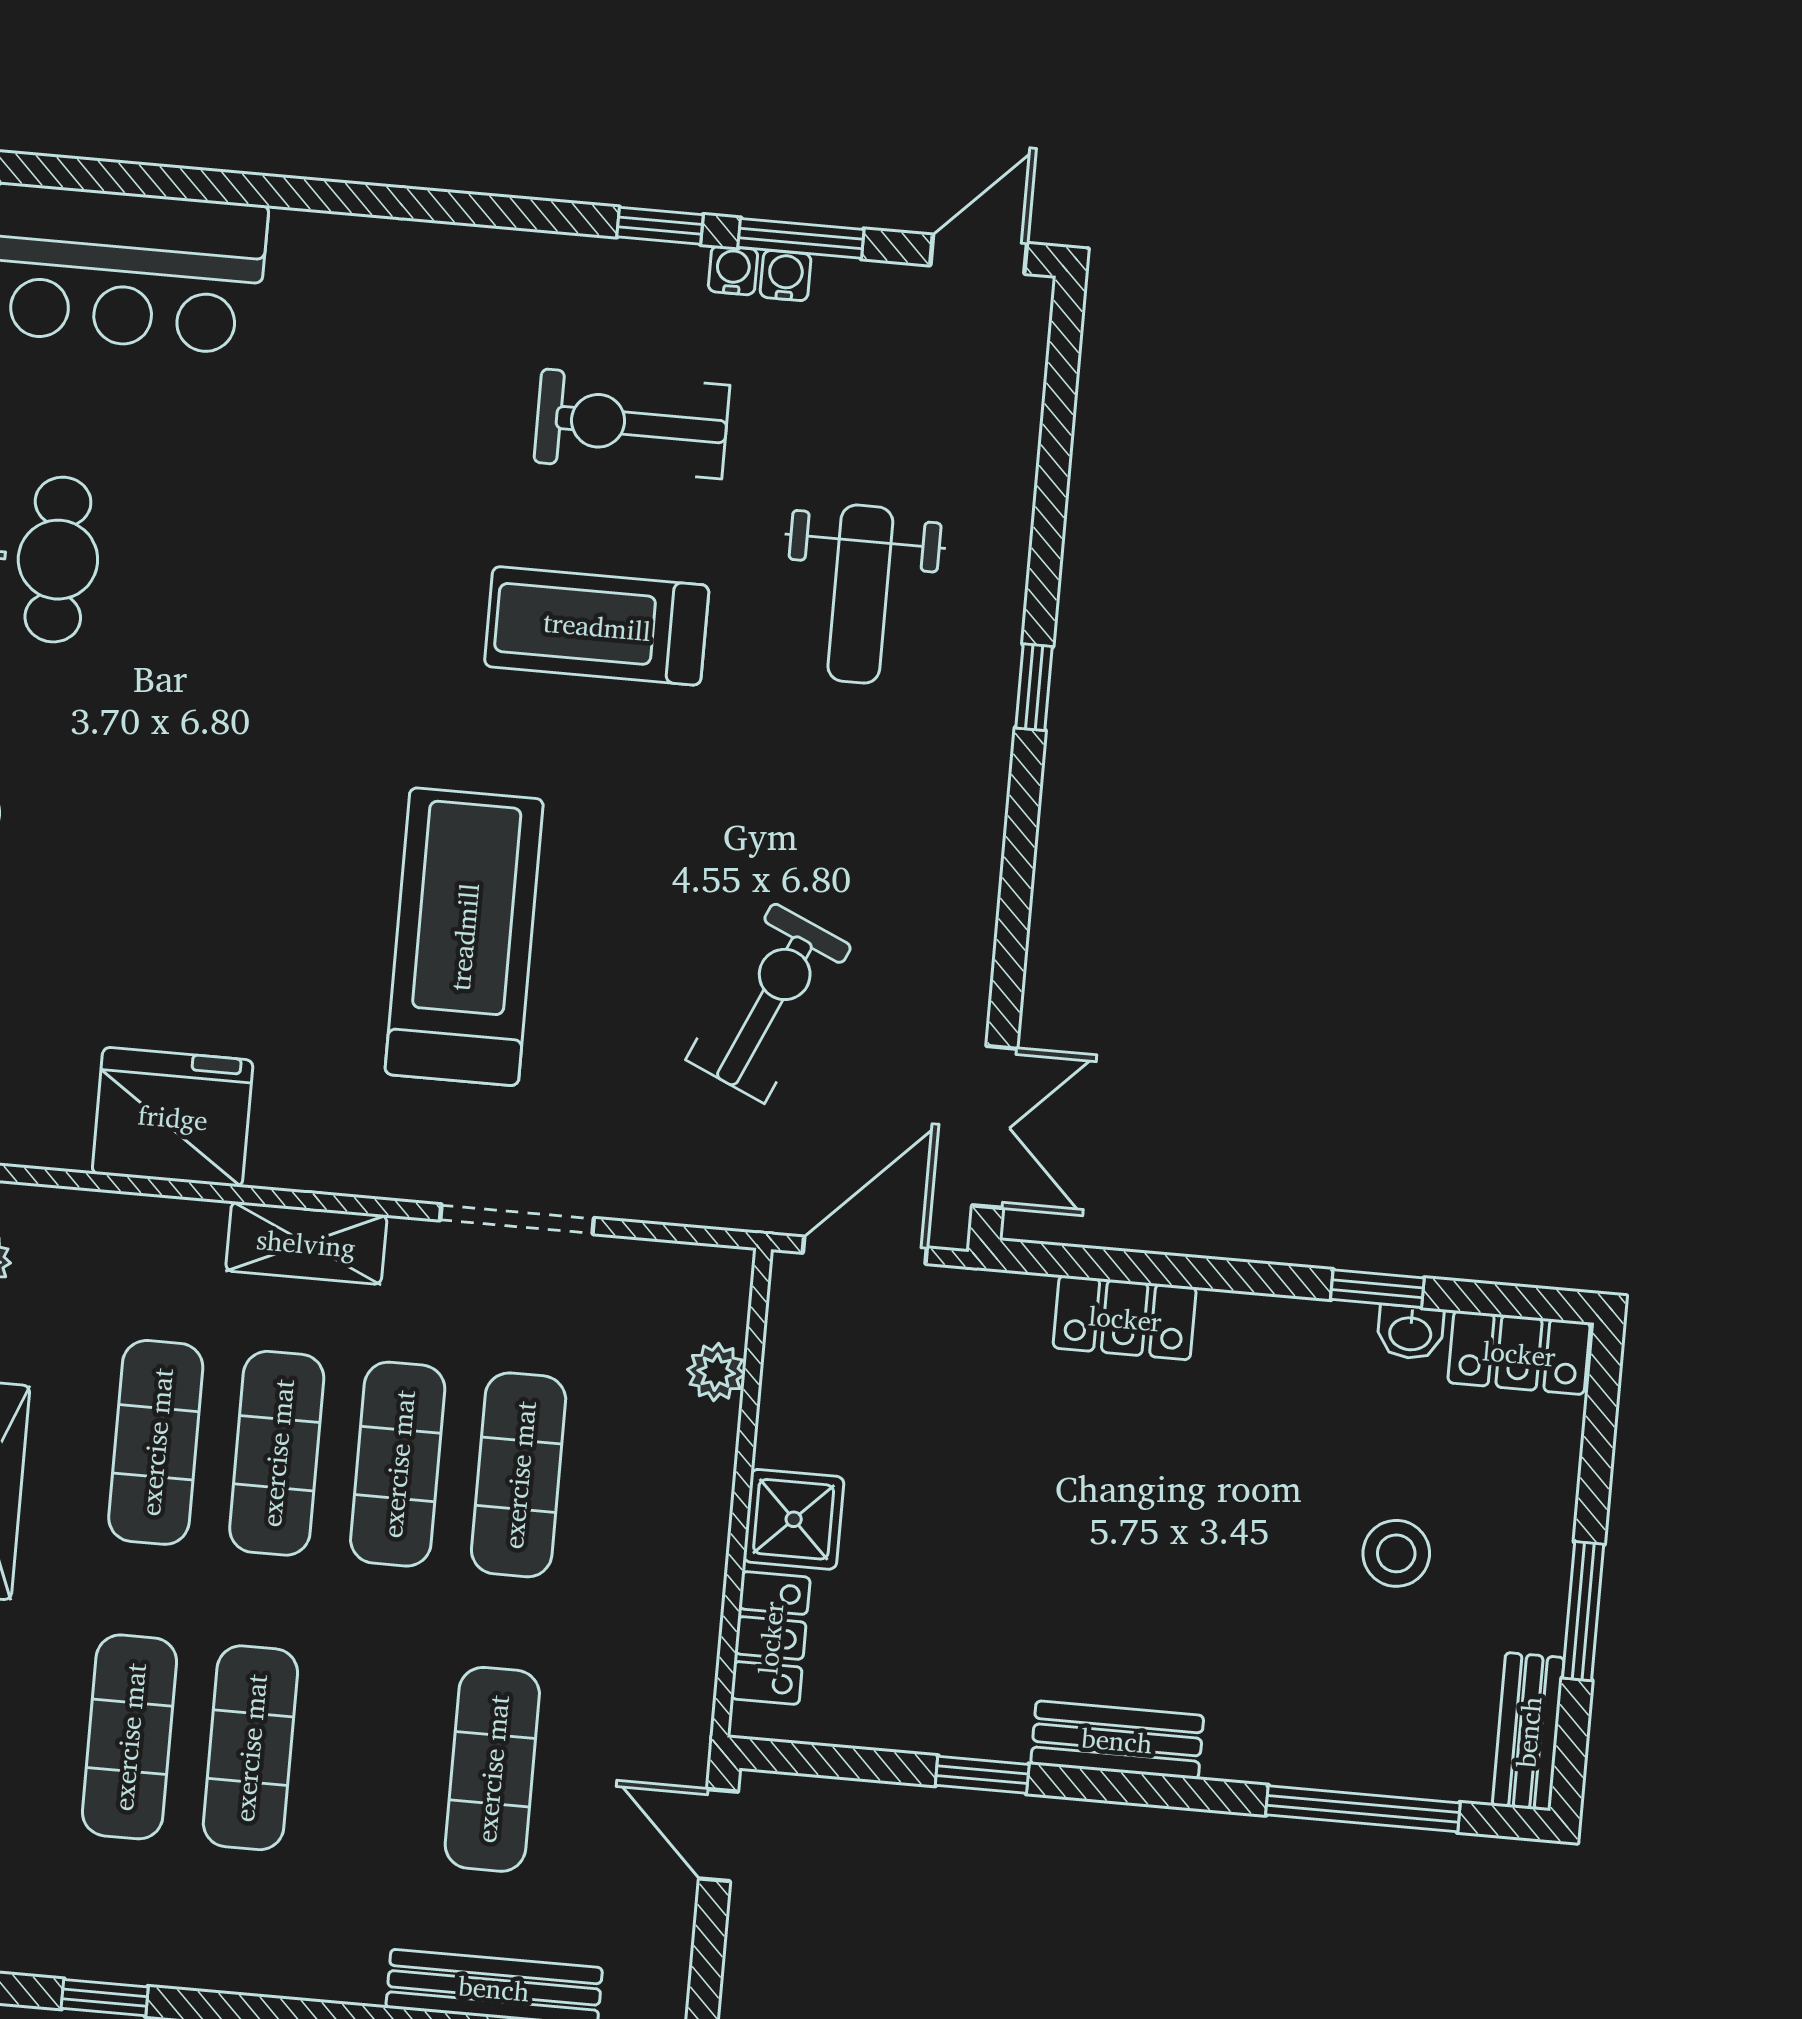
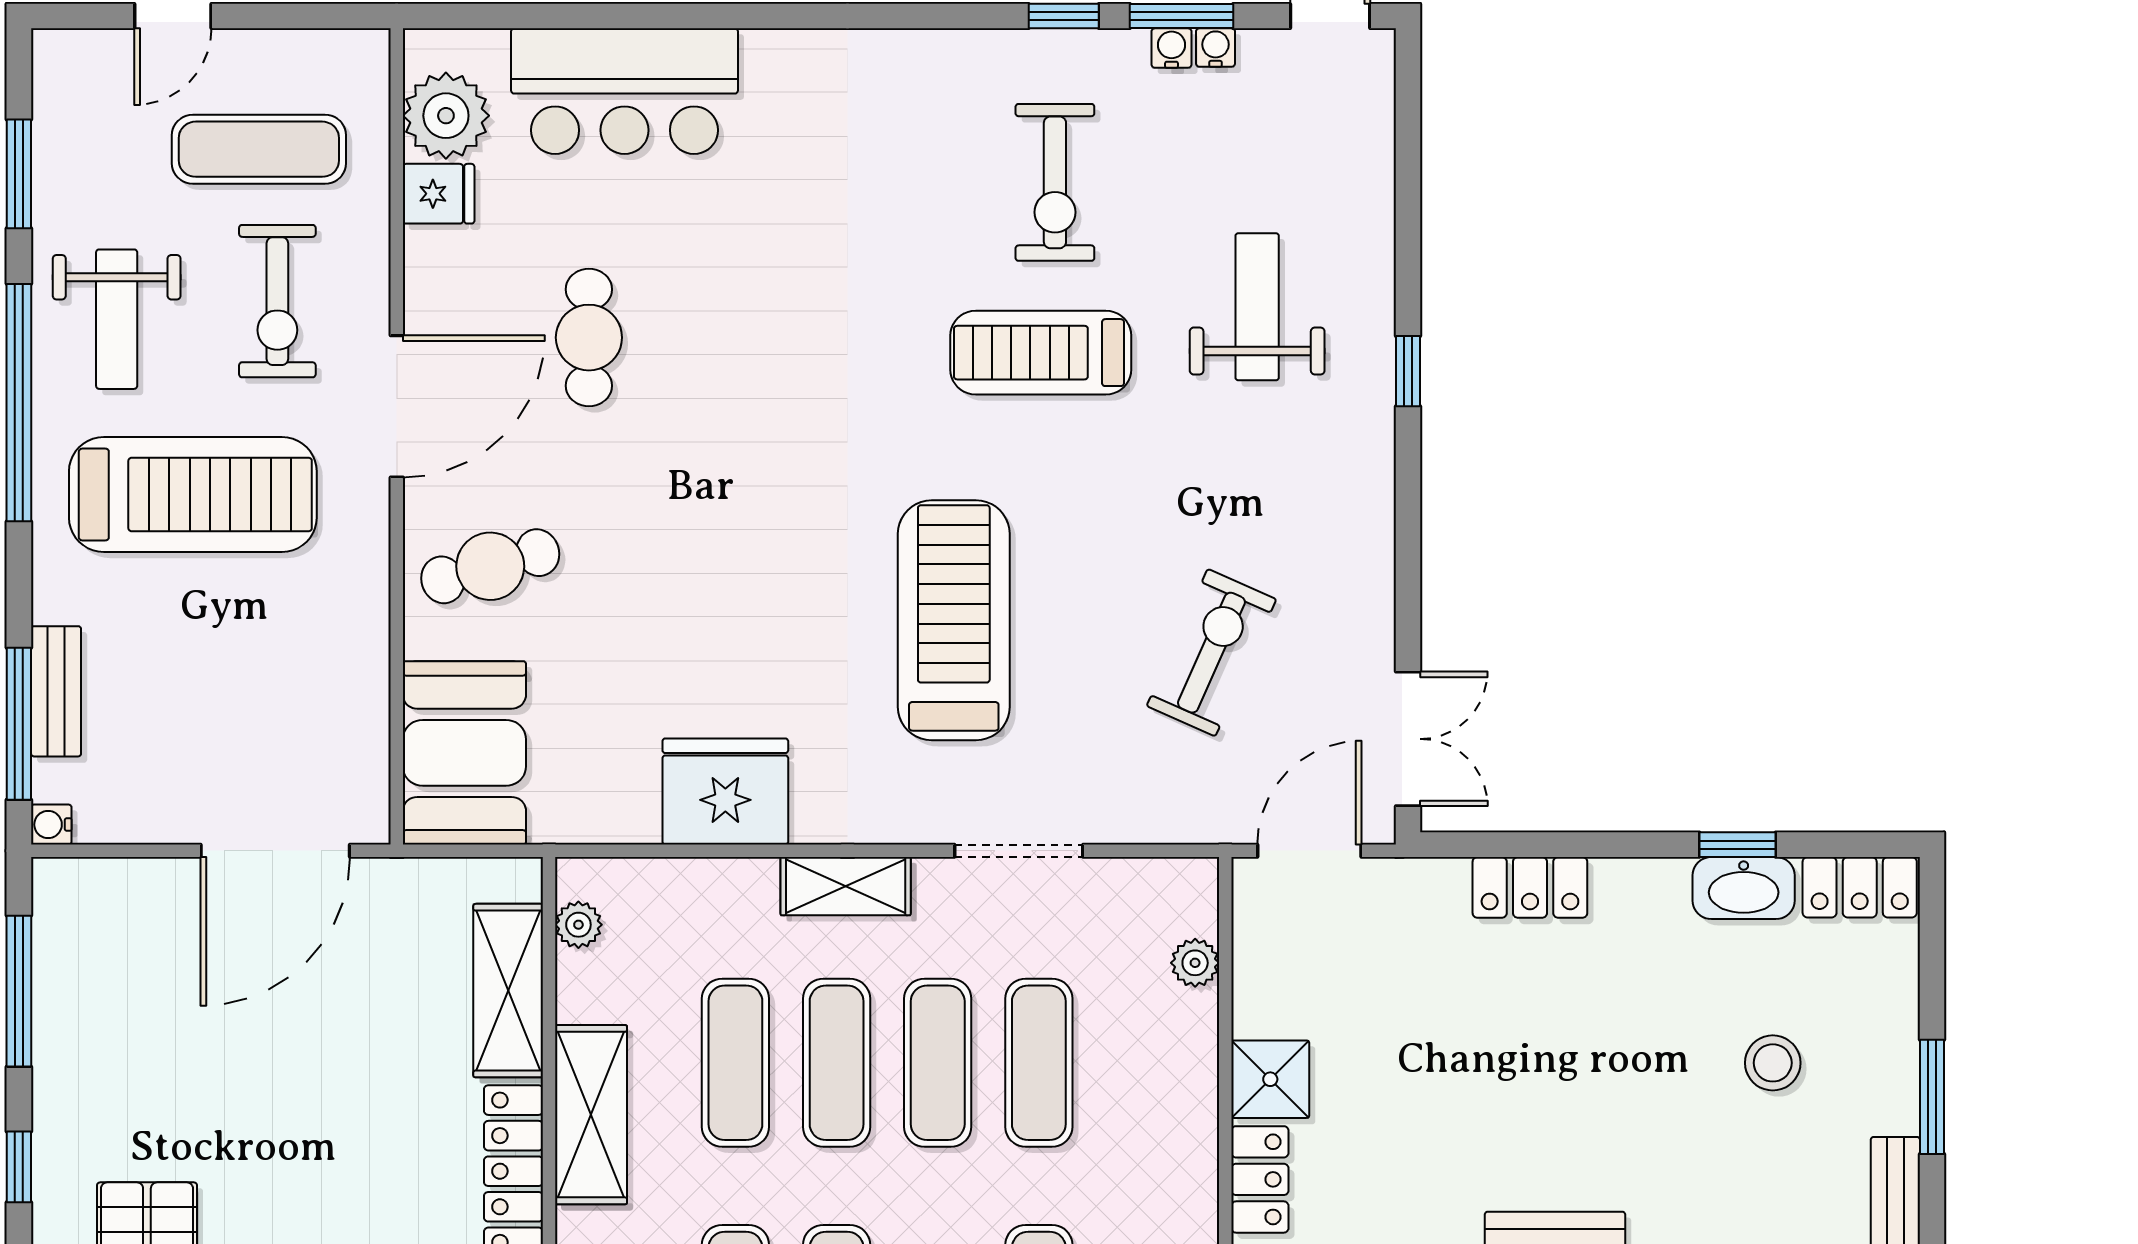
water cooler: (733, 270) -> (1216, 48), moved
exercise bike: (632, 424) -> (1055, 182), turned -90
weight bench: (860, 594) -> (1257, 307), turned 180
washbasin: (1410, 1332) -> (1744, 888), width x1.91, depth x1.45

